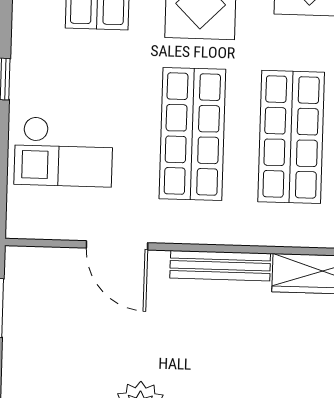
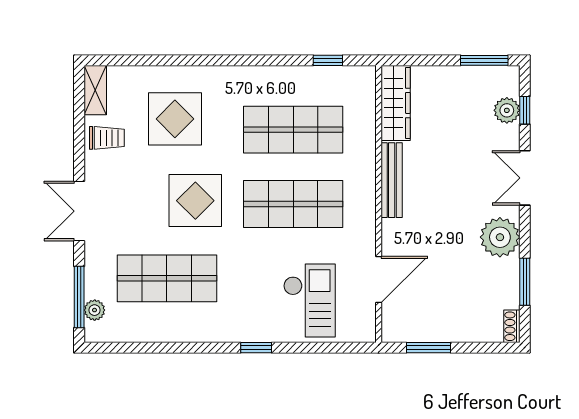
door: (117, 245) -> (379, 279), moved

